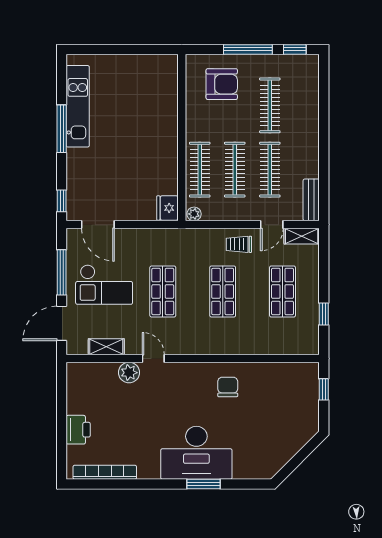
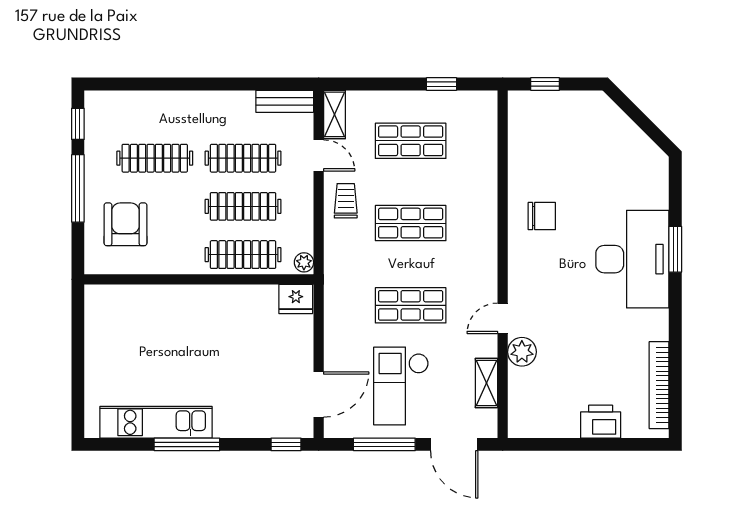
trolley: (239, 244) -> (346, 201), turned 180
checkout: (104, 285) -> (401, 386), turned 180
chair: (228, 387) -> (542, 216), turned 180

